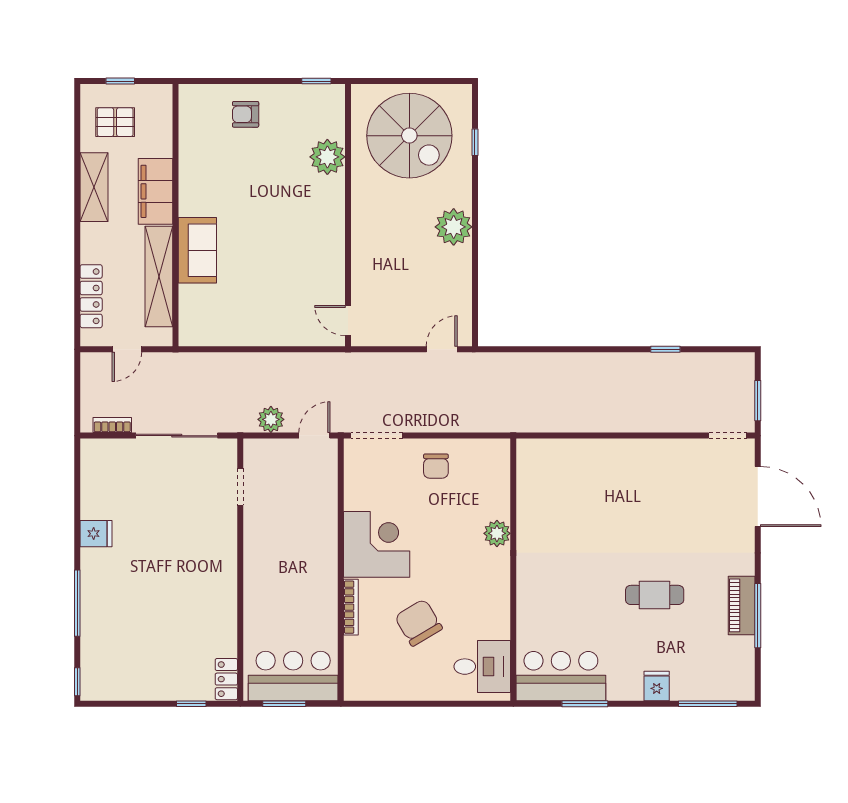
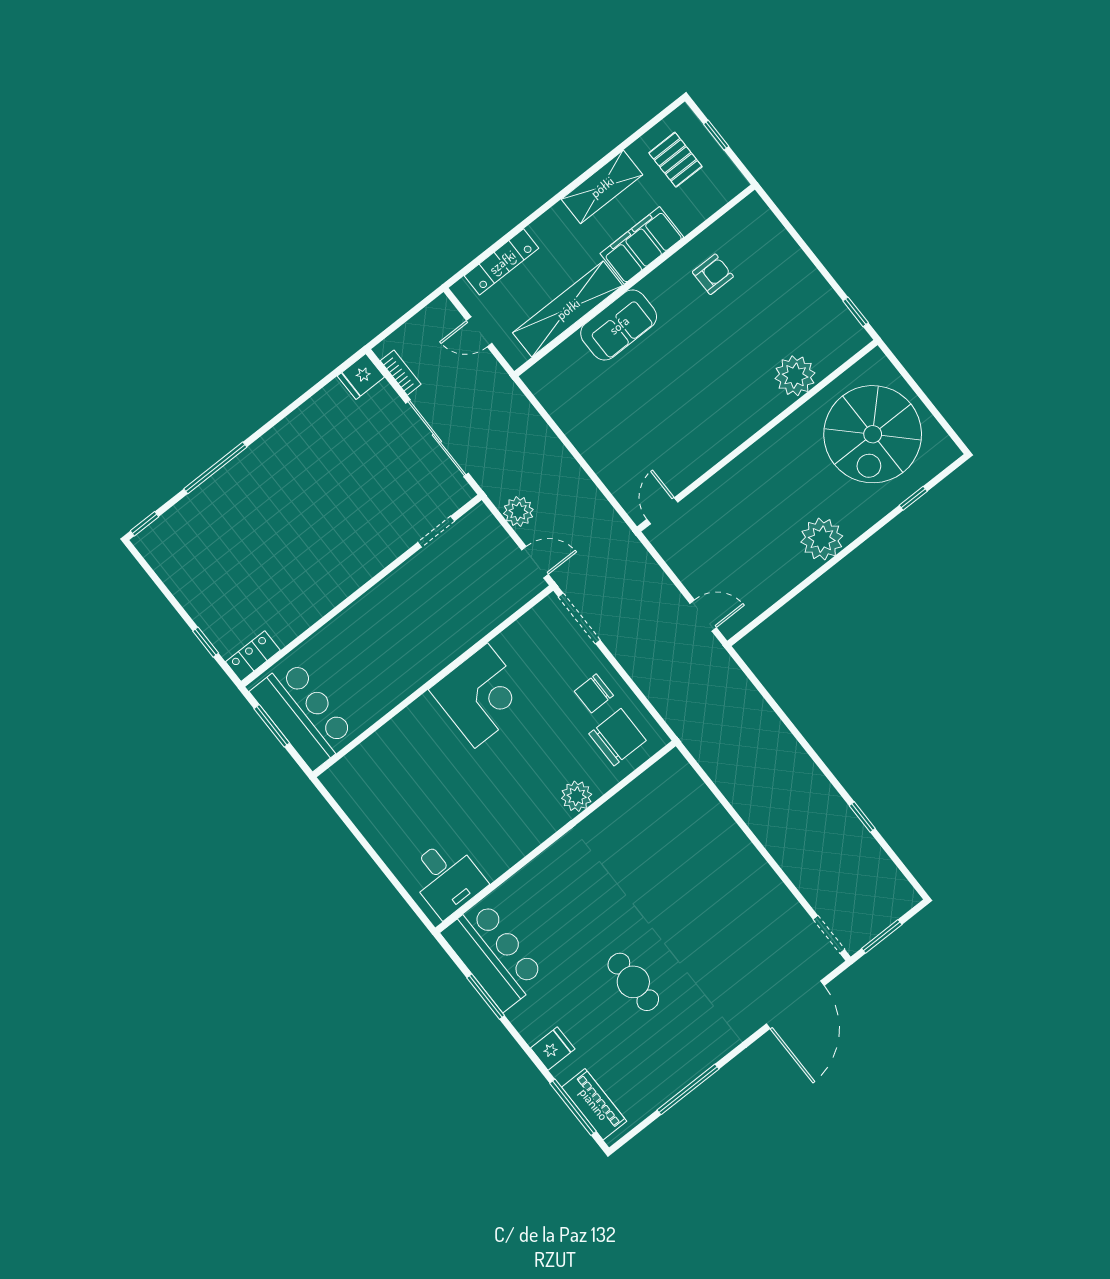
armchair: (246, 114) -> (713, 274), moved, turned 90
fridge: (96, 534) -> (361, 376), moved, turned 90
piano: (742, 605) -> (594, 1104), moved, turned 90
bookcase: (351, 607) -> (406, 717), removed
chair: (418, 623) -> (618, 737), moved, turned 31

